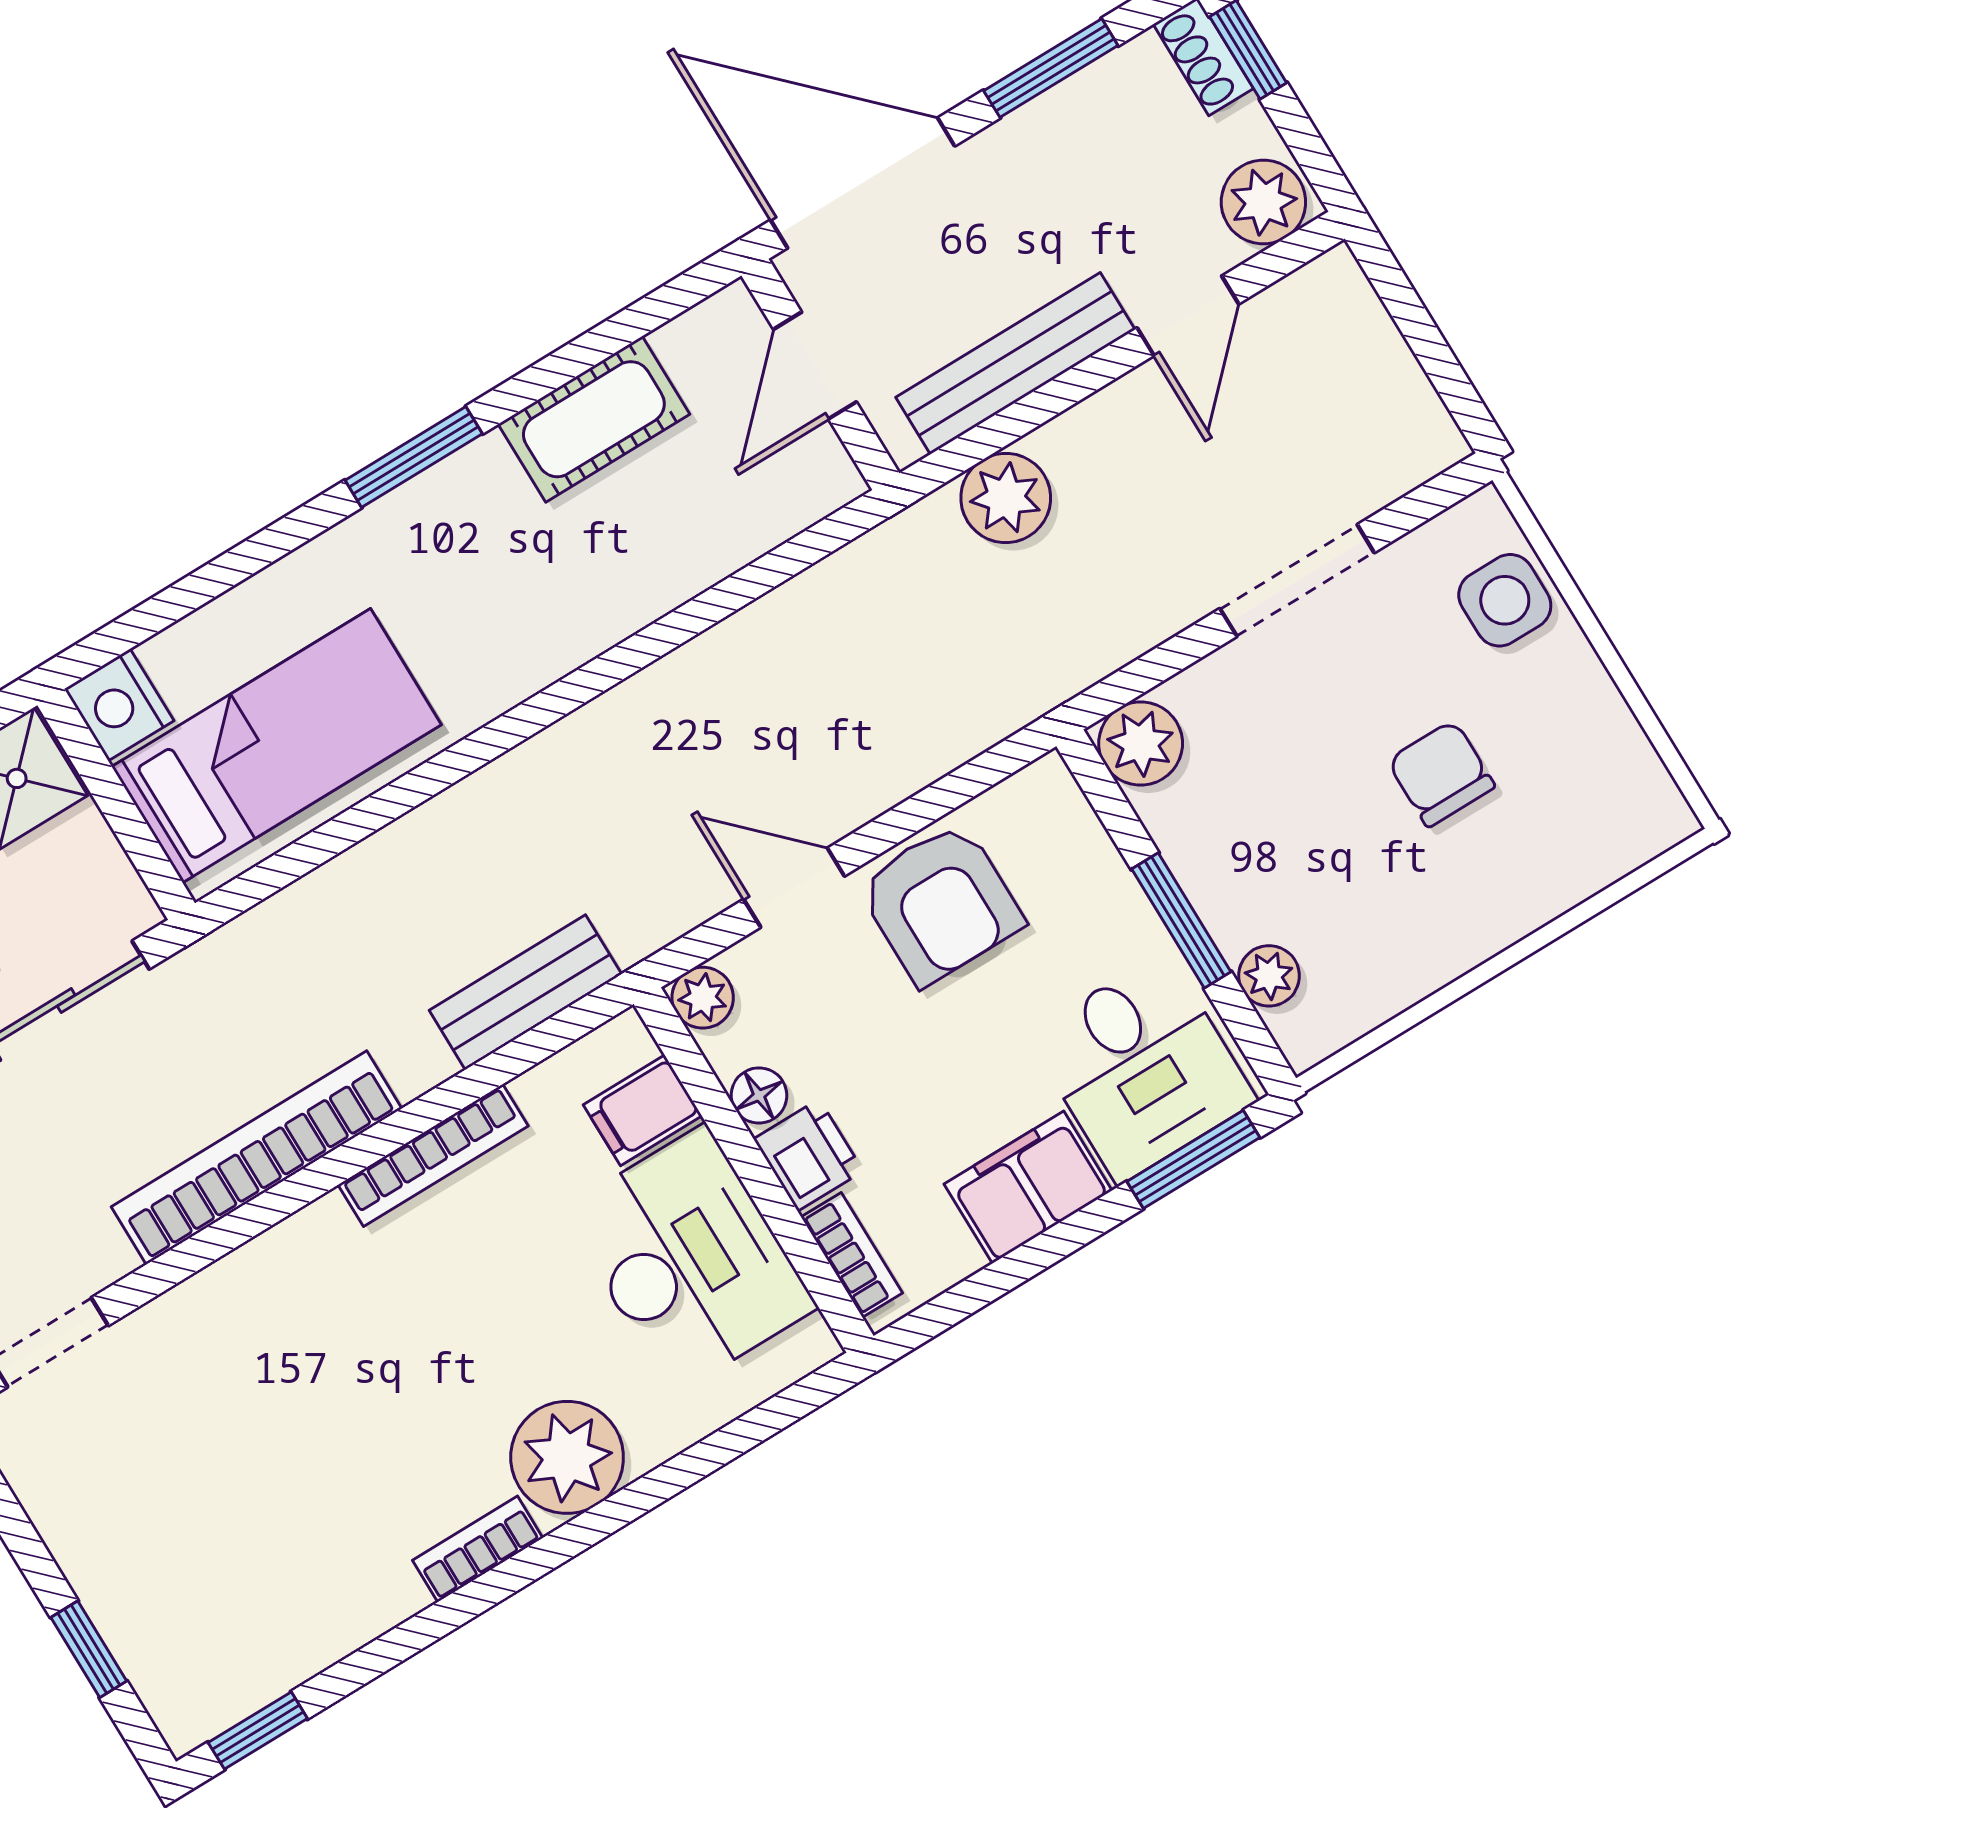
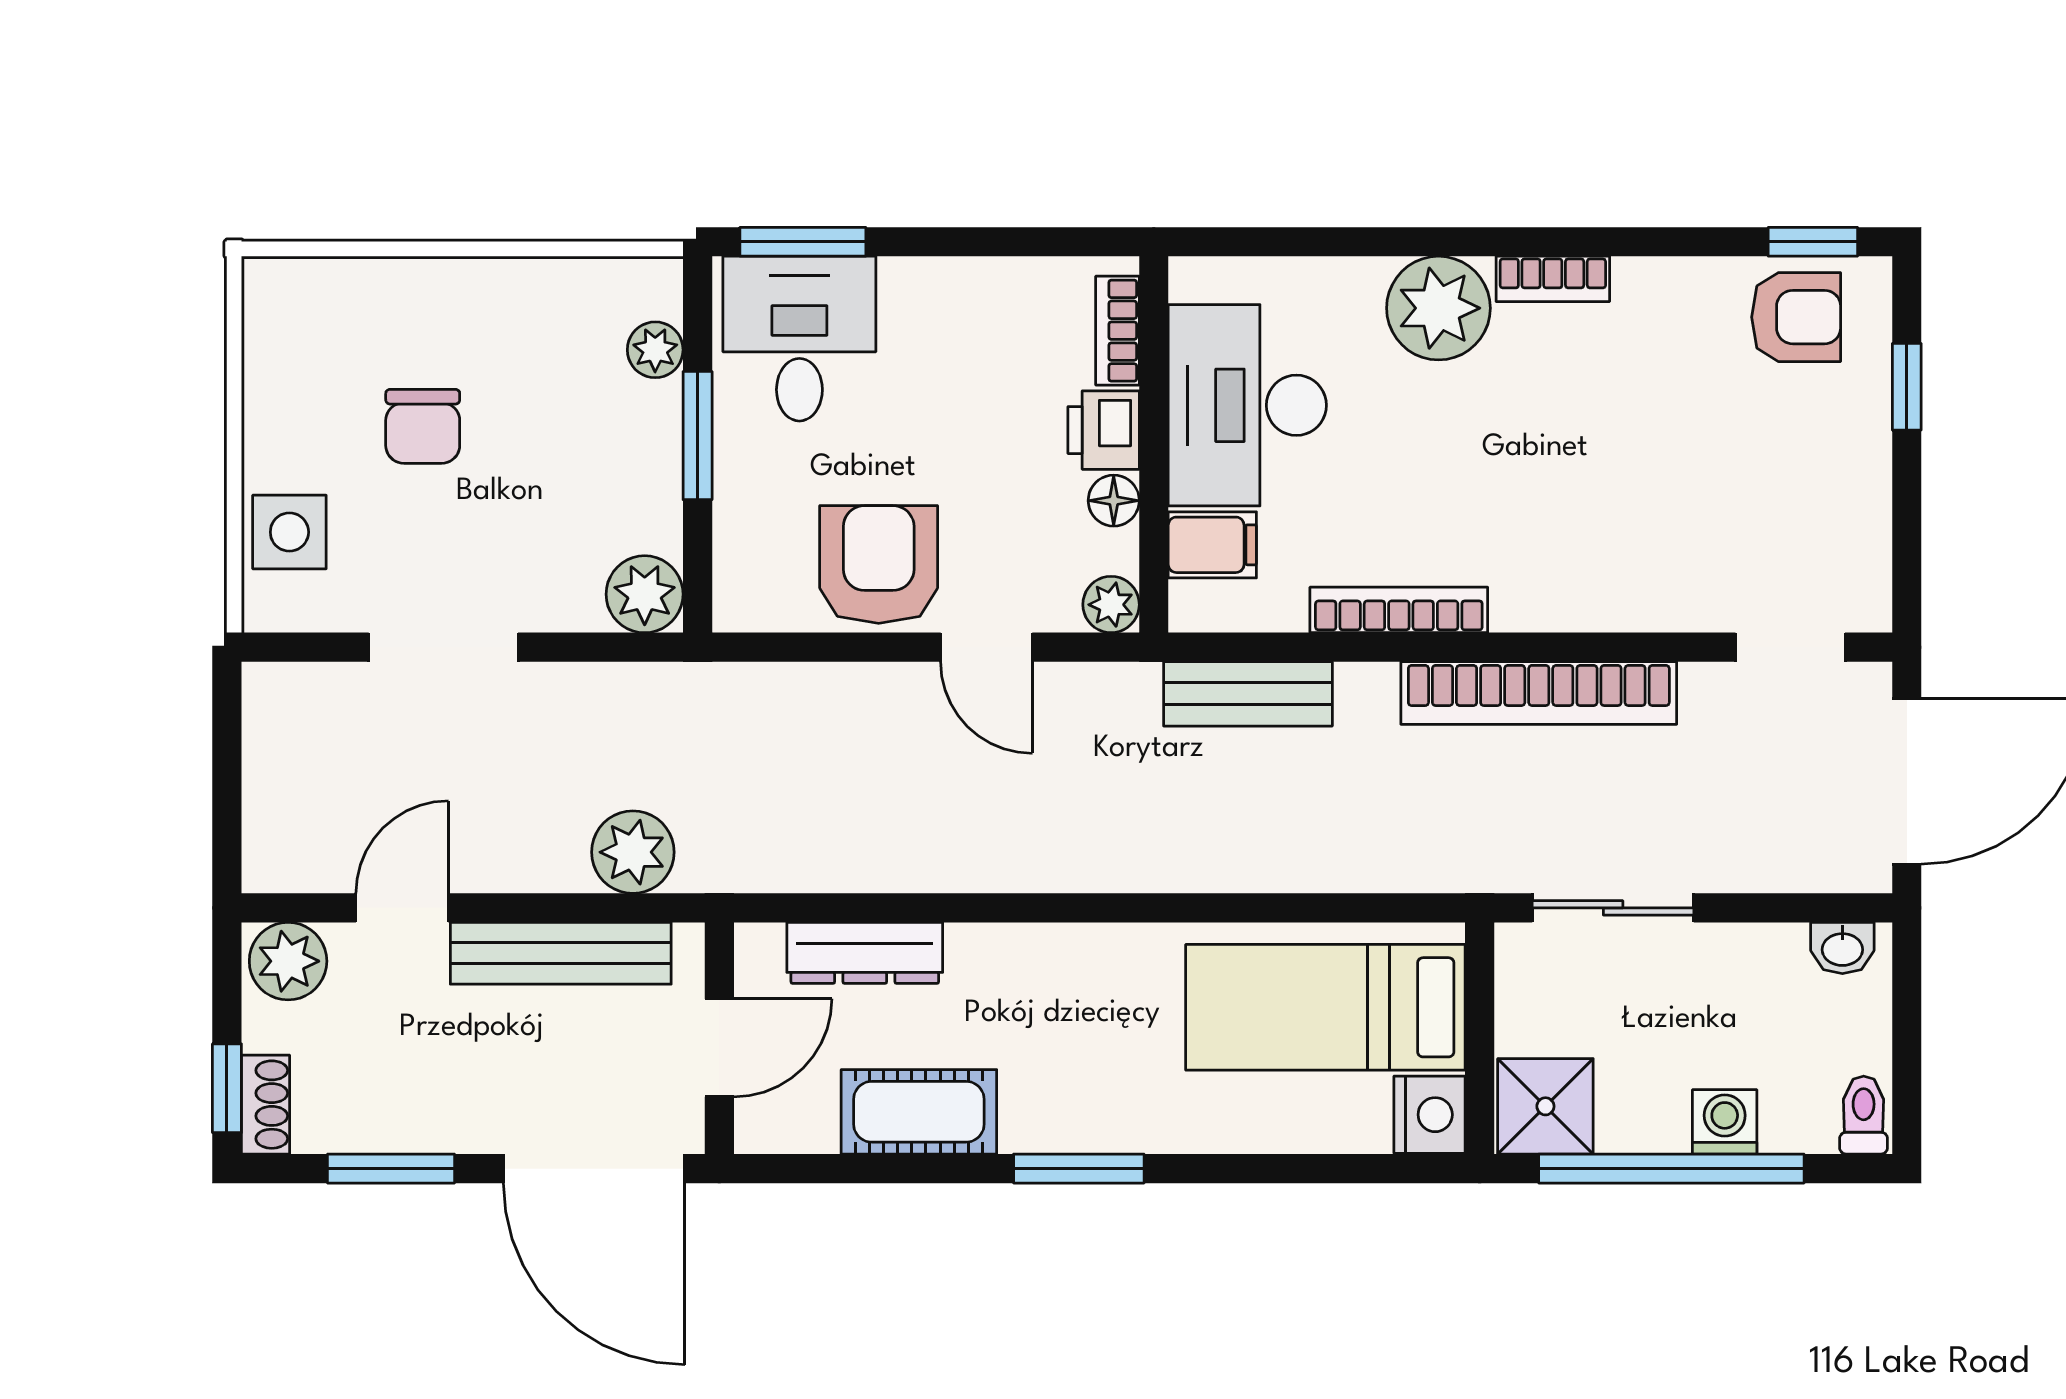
dresser: (734, 536) -> (865, 953), added
filing cabinet: (1028, 1187) -> (946, 299), removed
armchair: (231, 1651) -> (1796, 317), added

